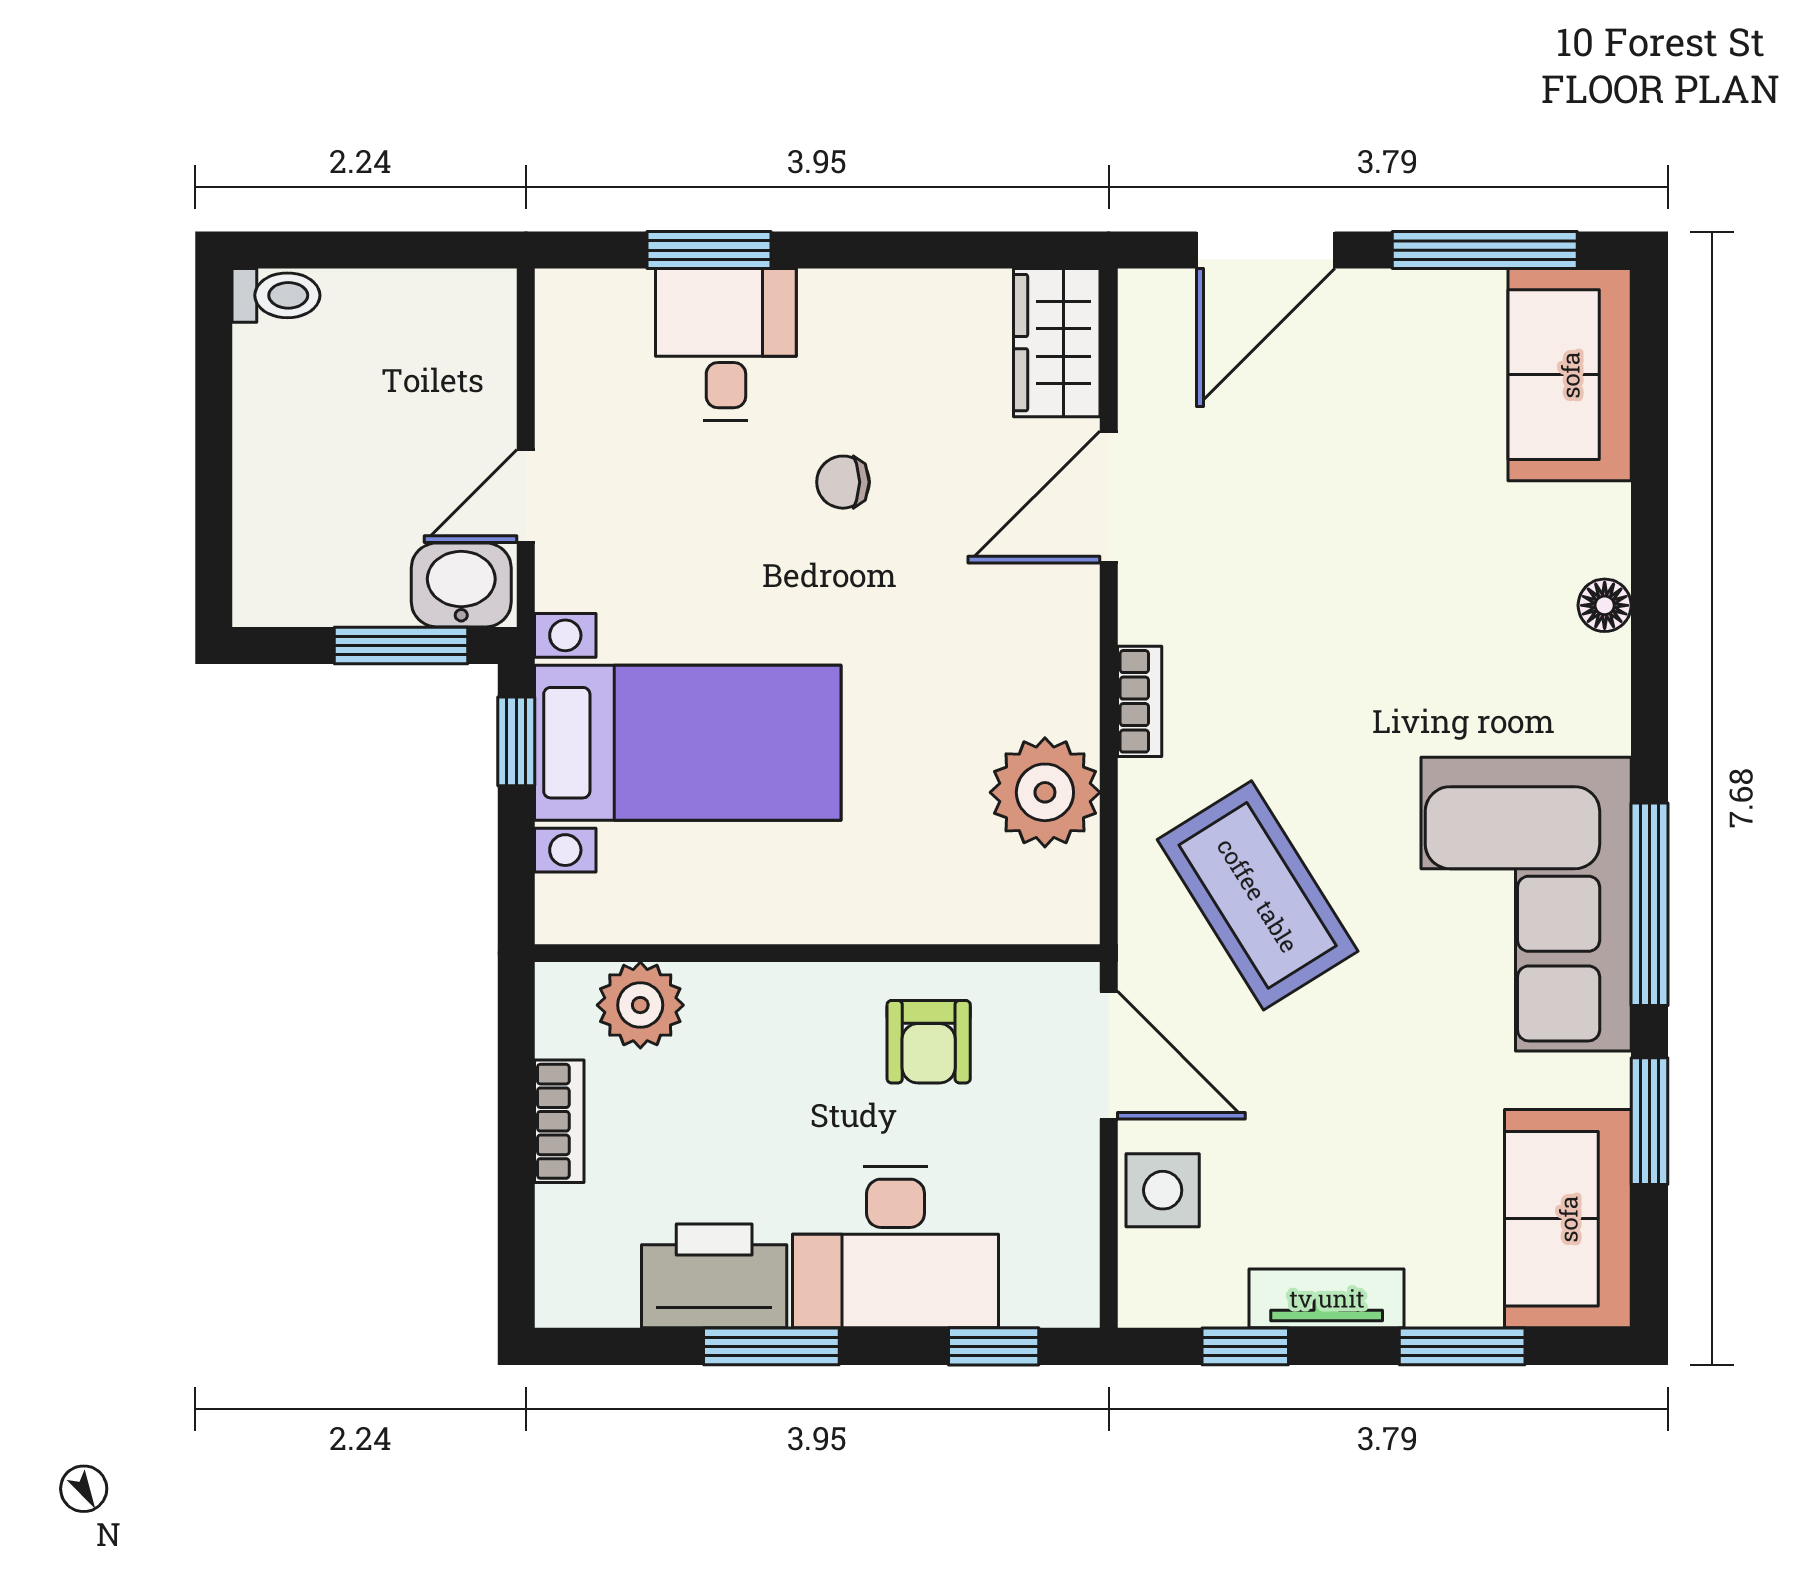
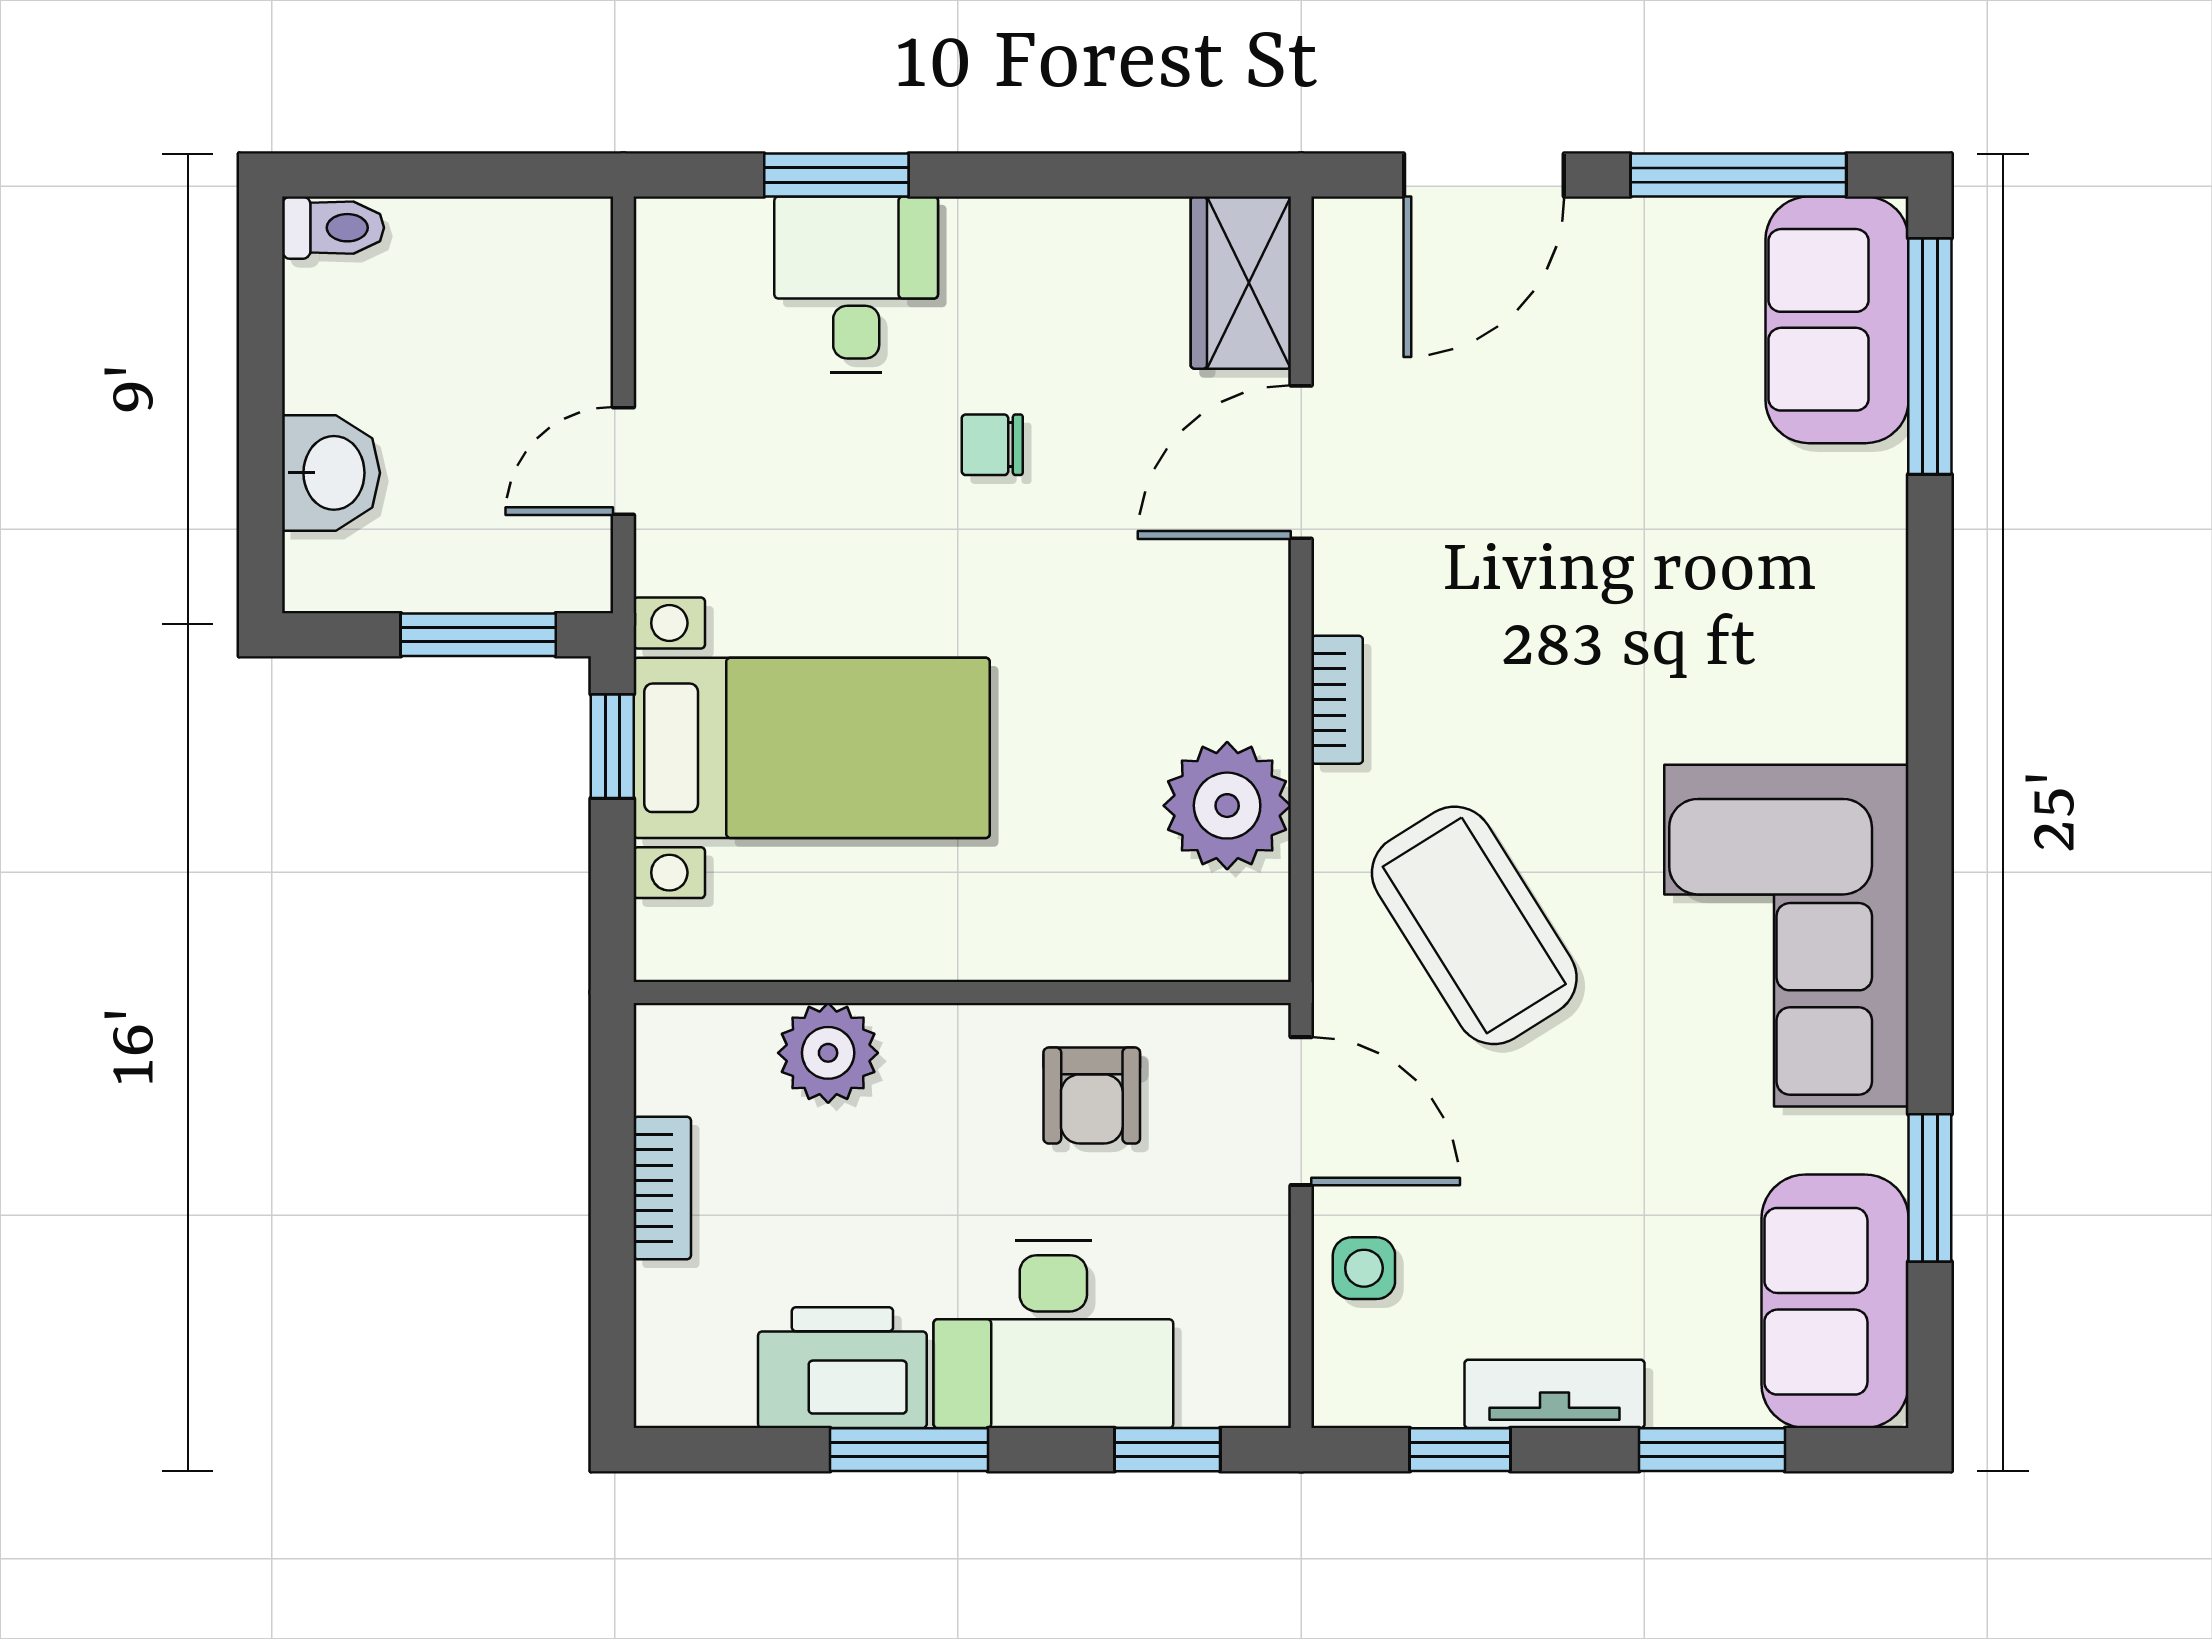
washbasin: (461, 585) -> (331, 473), moved, turned 90
floor lamp: (1605, 605) -> (1878, 588), removed
window: (1649, 904) -> (1930, 356), moved
plant: (640, 1005) -> (828, 1053), moved
side table: (1163, 1190) -> (1364, 1268), width x0.73, depth x0.73

